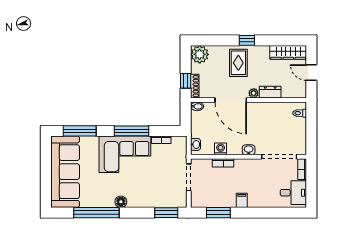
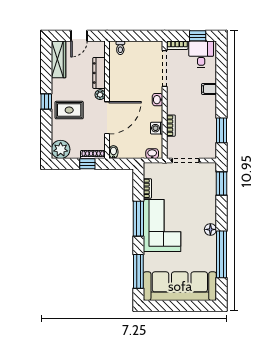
dresser: (270, 92) -> (99, 73), width x1.44
window: (311, 189) -> (198, 36), added
filing cabinet: (242, 200) -> (209, 89), moved

